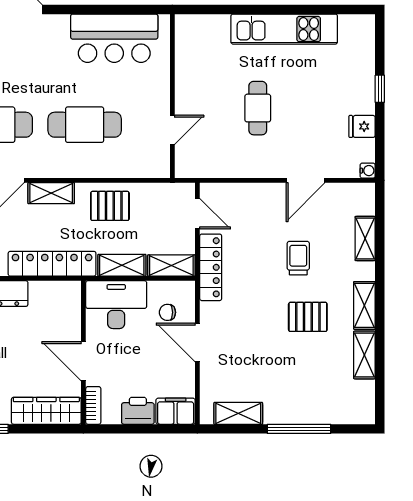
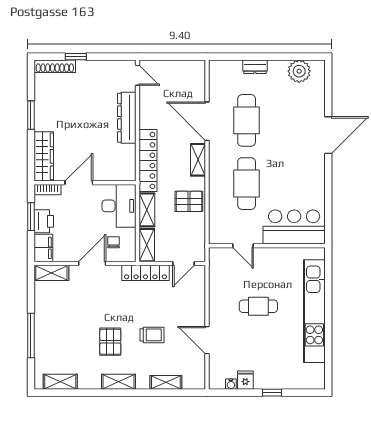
kitchen unit: (284, 29) -> (314, 311), width x1.36
bar counter: (114, 38) -> (294, 227), moved, turned 90
water cooler: (368, 171) -> (231, 384), moved
pallet: (110, 206) -> (189, 201), turned 90
shelving: (364, 355) -> (60, 382), moved
shelving: (238, 413) -> (51, 273), moved, turned 90
window: (131, 429) -> (31, 217), added

